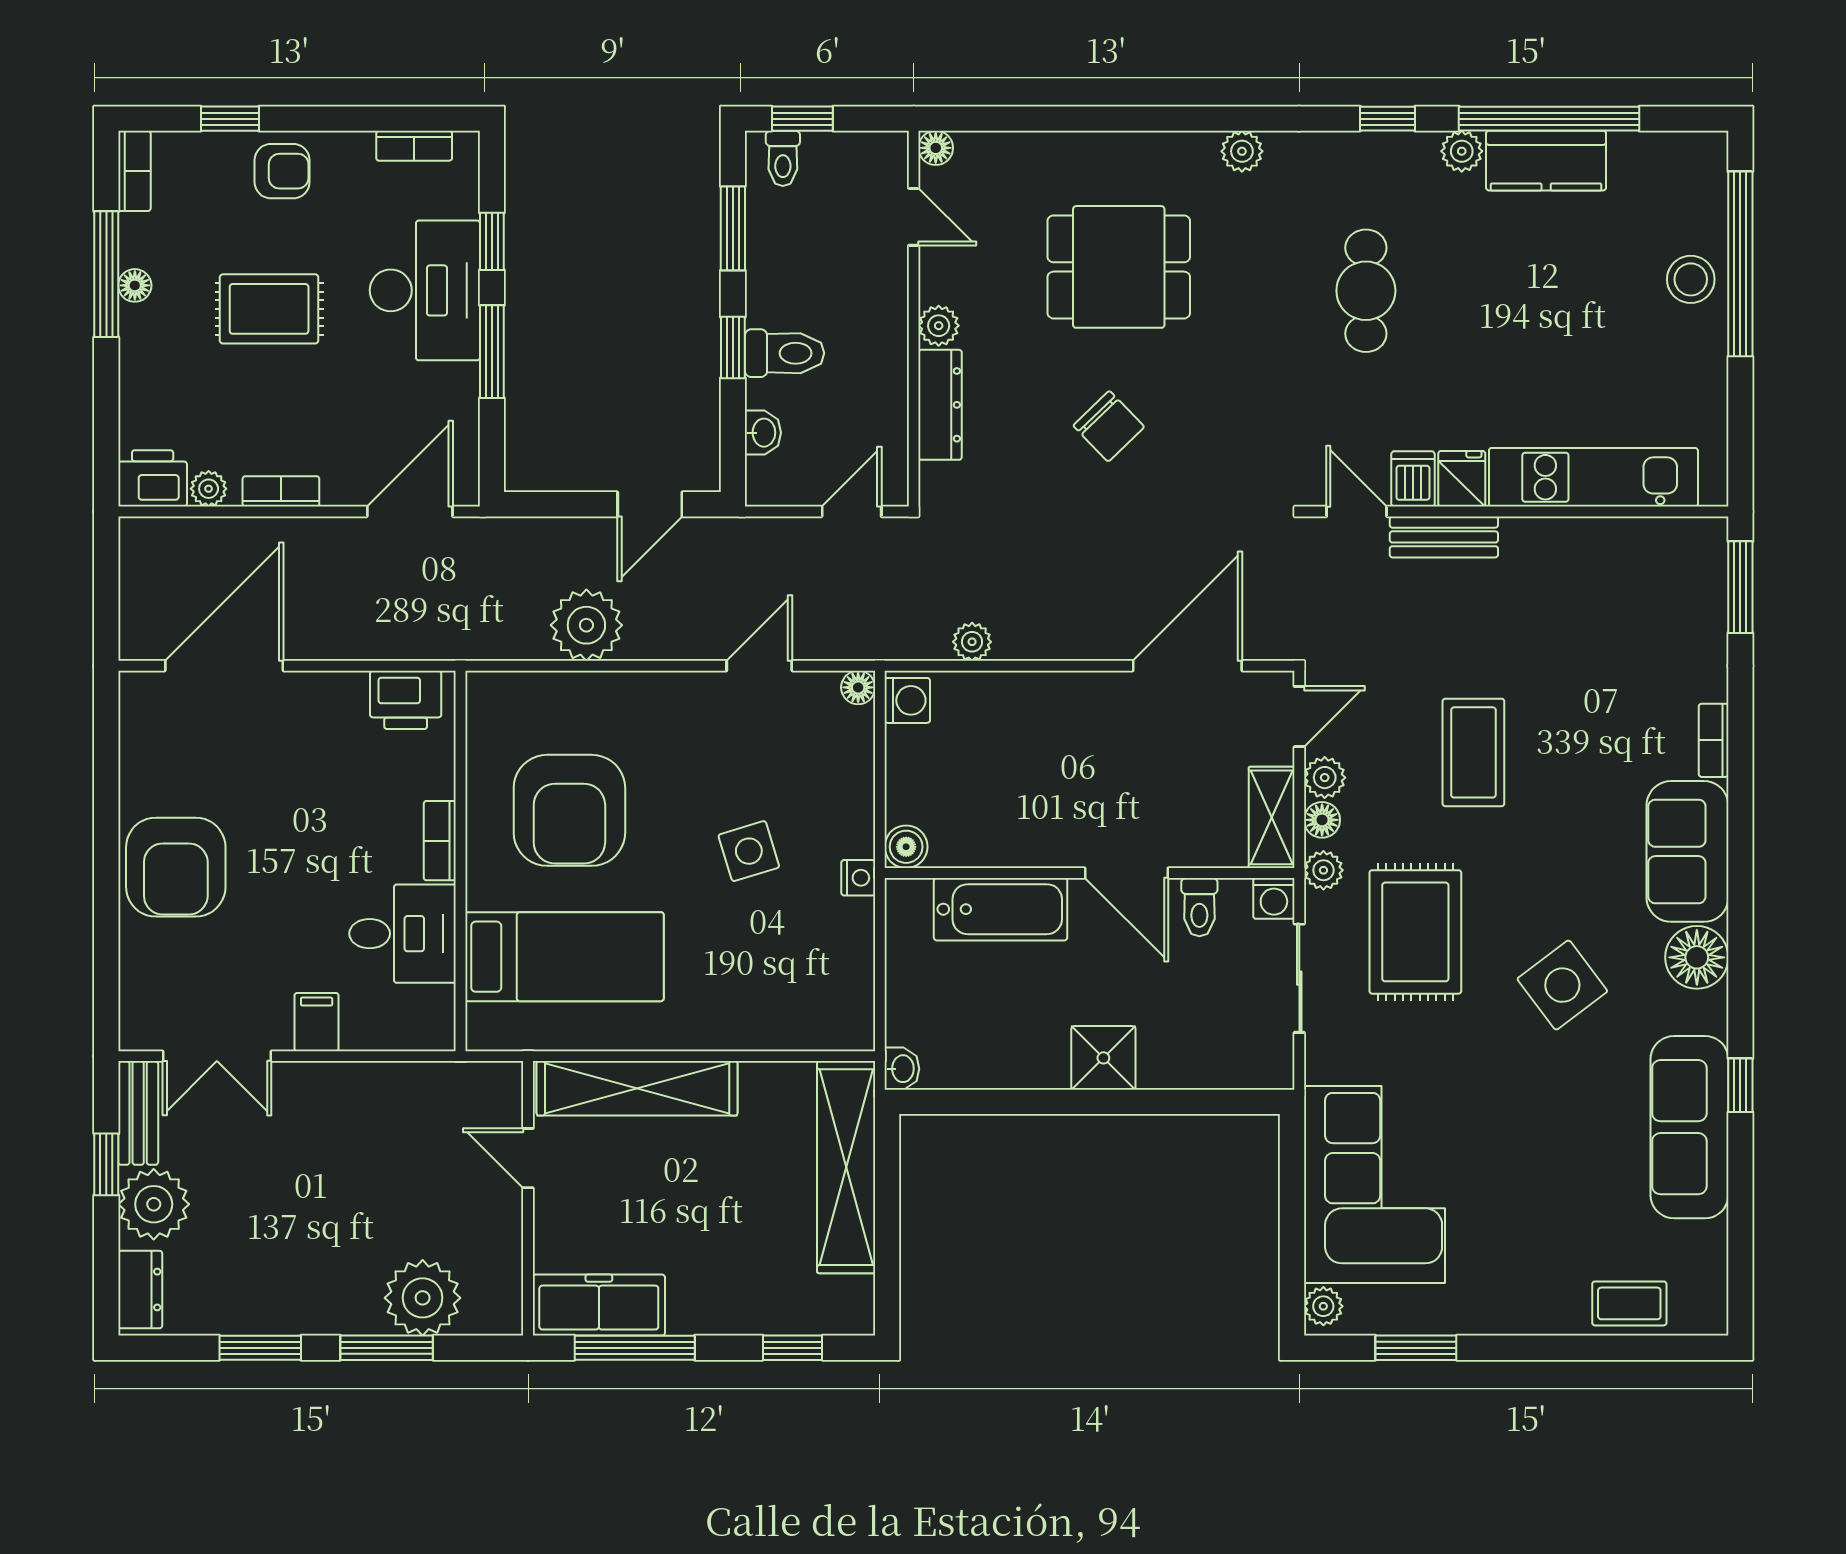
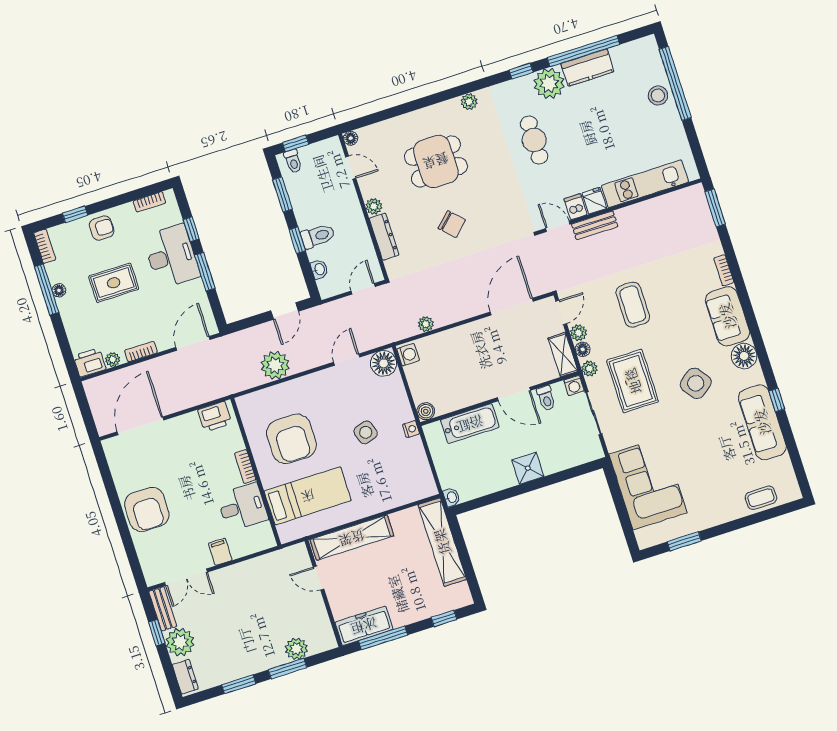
plant: (1462, 151) -> (549, 84), width x1.87, depth x1.87
floor lamp: (858, 687) -> (384, 363), width x1.89, depth x1.89
plant: (423, 1298) -> (296, 649), width x0.73, depth x0.73
plant: (1323, 1306) -> (643, 537), removed

